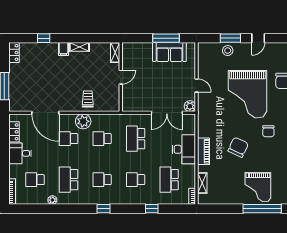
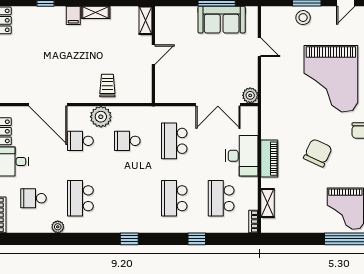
door: (196, 86) -> (259, 47), moved
school desk: (102, 180) -> (127, 198), removed
school desk: (136, 180) -> (174, 198), width x1.85

